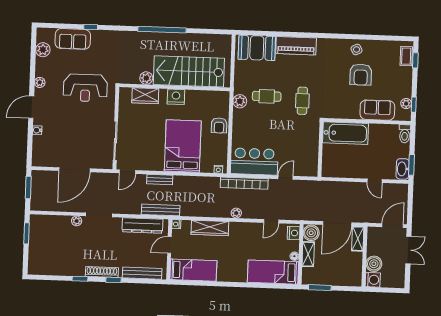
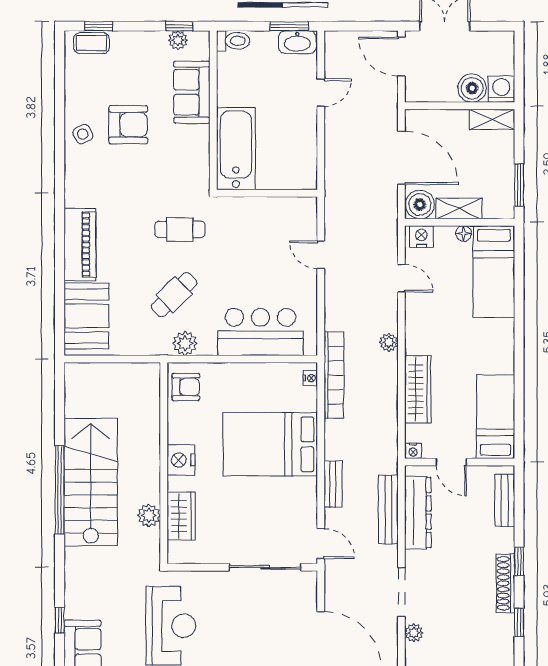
stairs: (189, 71) -> (91, 482), moved, turned 180
cafe table: (267, 96) -> (174, 295), turned 46
armchair: (219, 125) -> (186, 387), moved
bar counter: (254, 161) -> (260, 332), moved, turned 90
bookcase: (244, 183) -> (334, 375), moved
bench: (161, 210) -> (388, 510), moved
shelving: (358, 239) -> (492, 119), moved
bench: (142, 273) -> (505, 500), width x0.73

